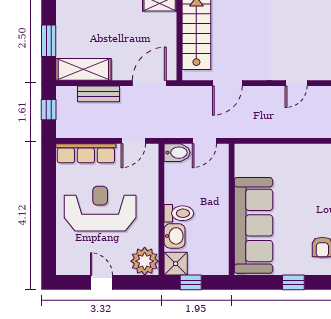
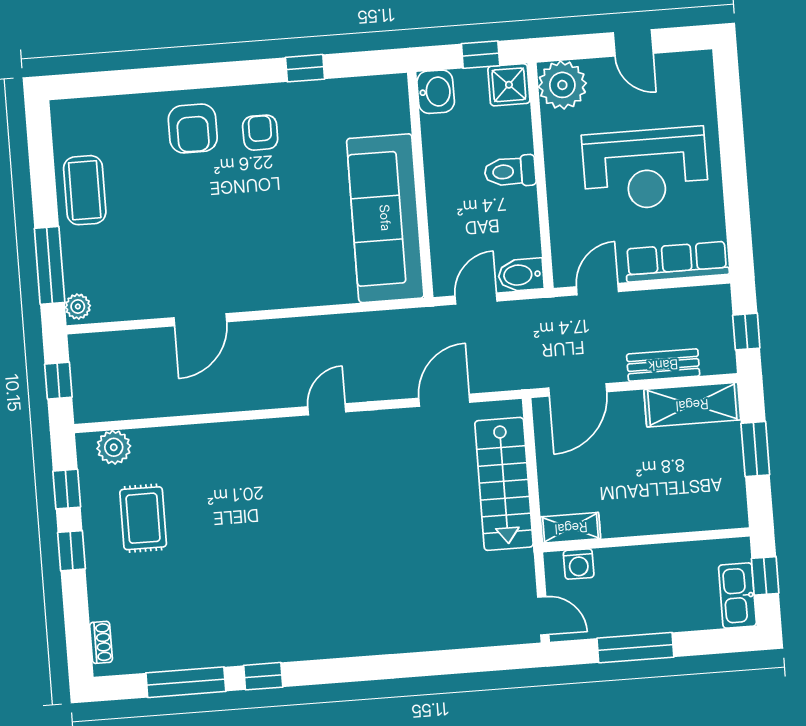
sofa: (253, 225) -> (385, 218), moved
washbasin: (175, 236) -> (436, 92), moved, turned 180

